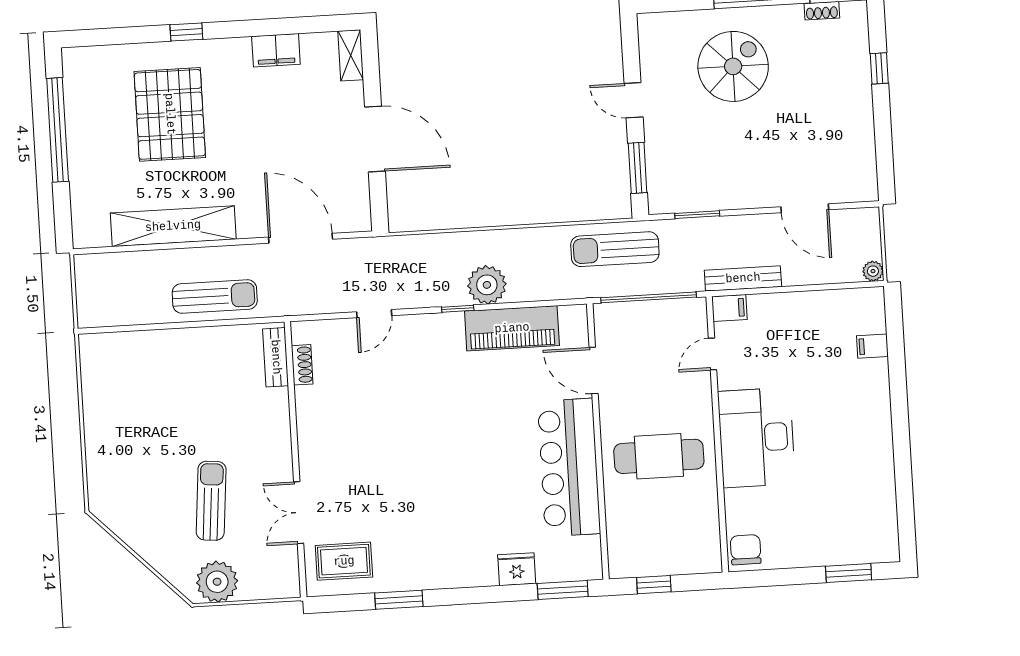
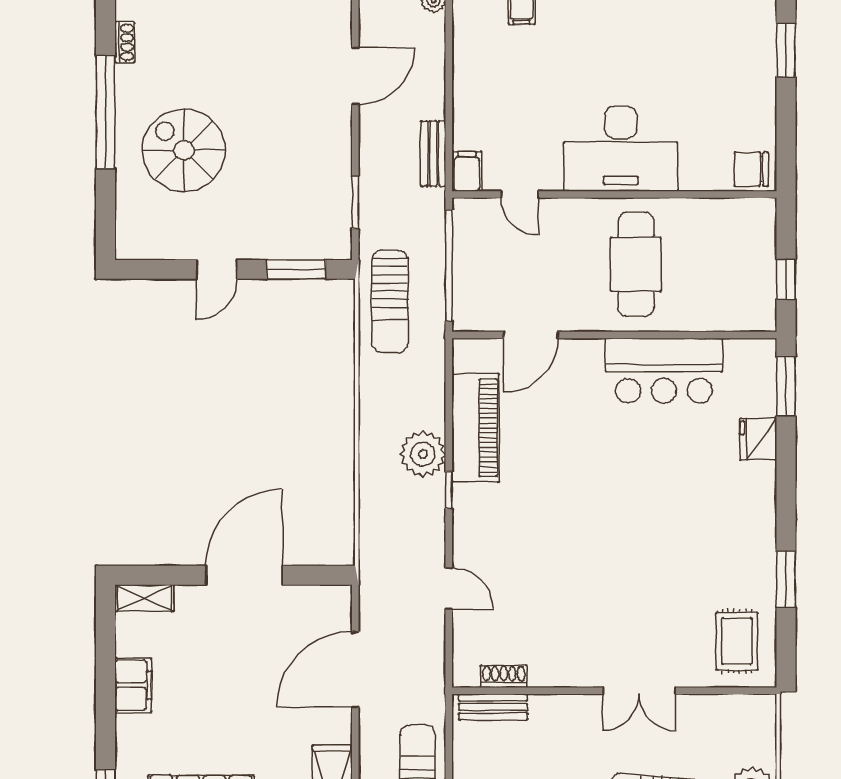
bench: (743, 278) -> (433, 153), width x0.73
bar counter: (569, 467) -> (664, 371), width x0.73
double door: (299, 513) -> (639, 691), moved

